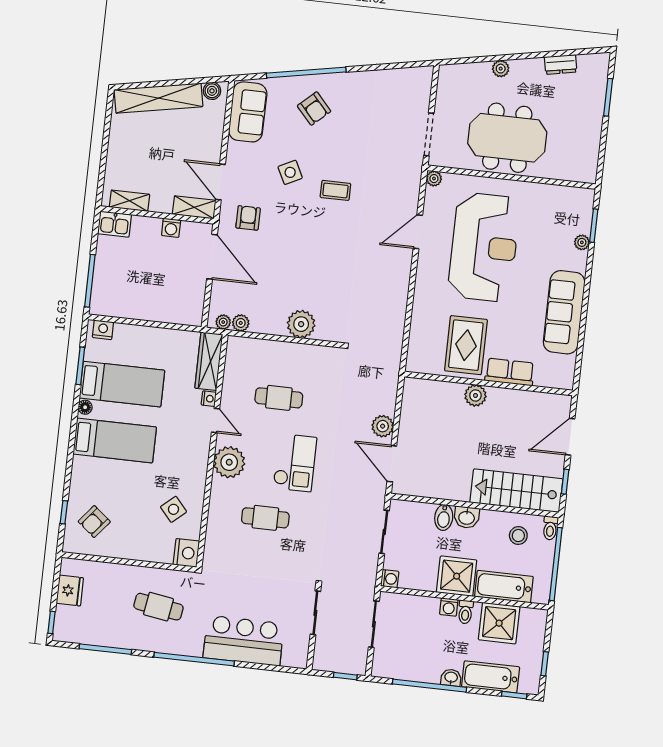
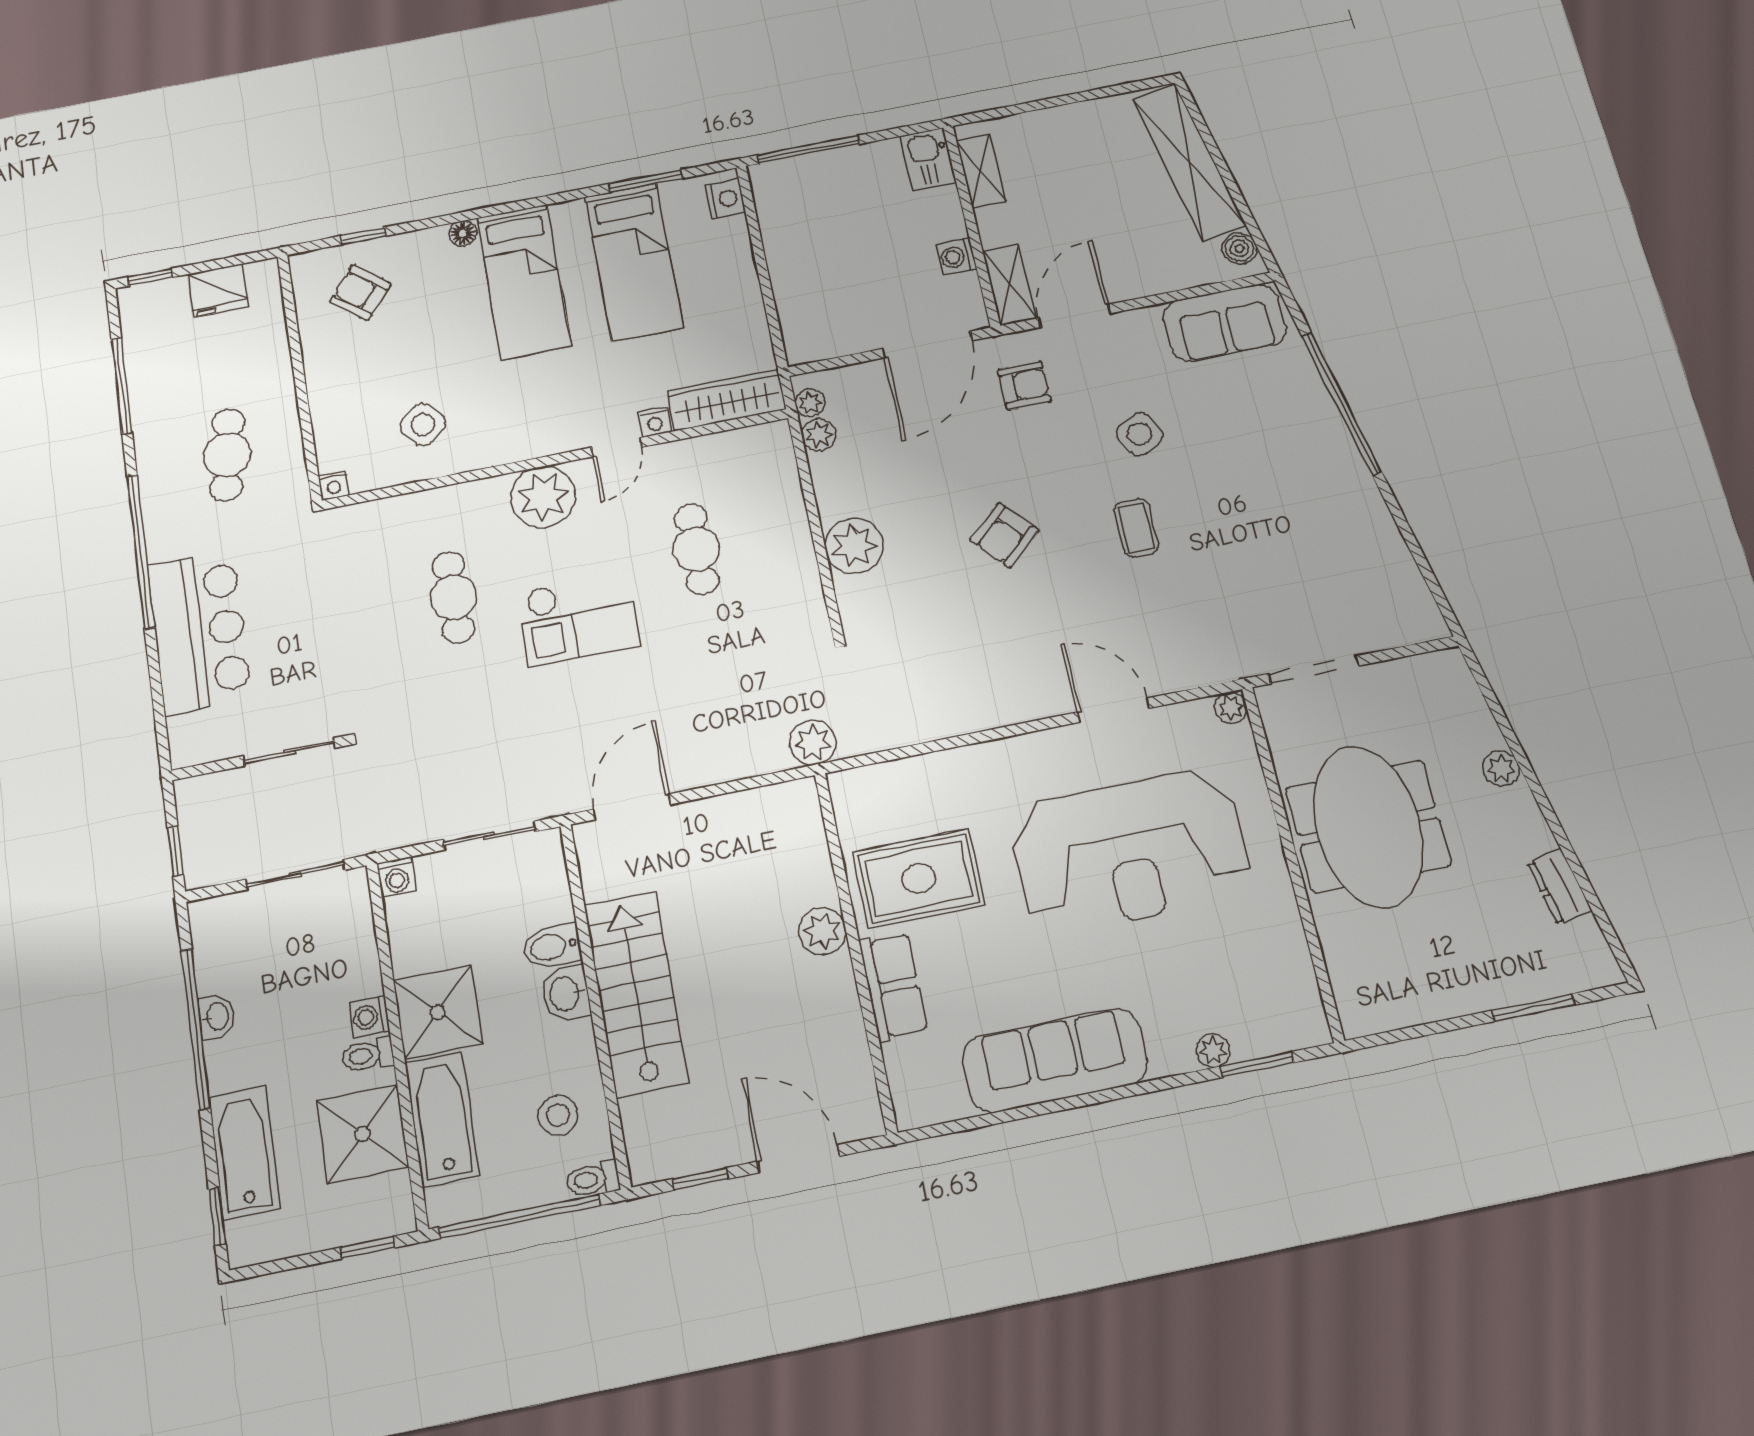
armchair: (314, 109) -> (1004, 535), moved
floor lamp: (85, 407) -> (463, 233), moved
plant: (383, 426) -> (813, 743), moved
stairs: (516, 491) -> (636, 993), moved
nightstand: (186, 553) -> (334, 486), width x0.53, depth x0.56
window: (545, 664) -> (367, 1248), moved
washbasin: (451, 678) -> (217, 1016), moved

